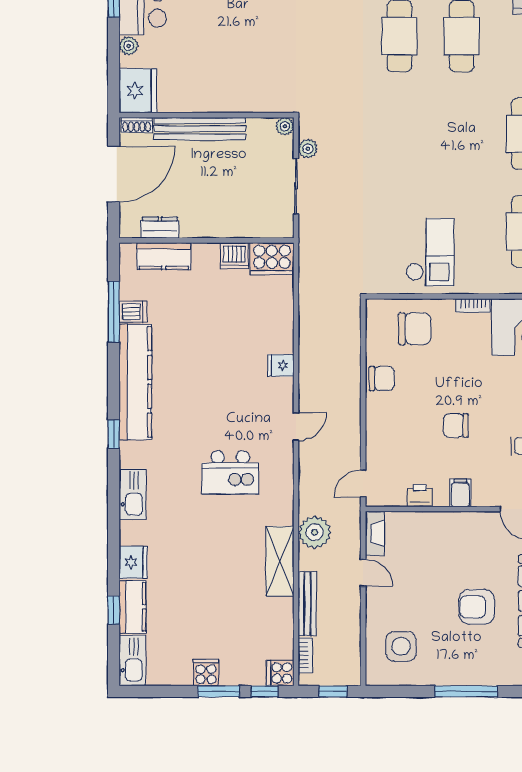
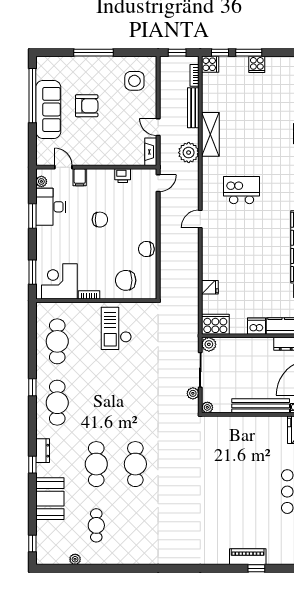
plant: (282, 227) -> (209, 344), added
dishwasher: (234, 256) -> (256, 326), moved
fridge: (281, 365) -> (210, 287), moved
filing cabinet: (460, 493) -> (80, 177), moved

